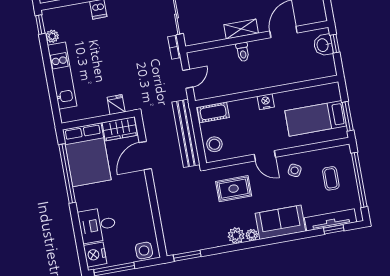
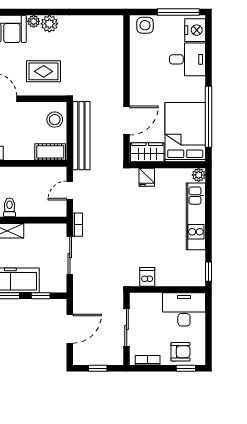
plant: (52, 36) -> (199, 175), moved
window: (187, 256) -> (102, 12), removed

